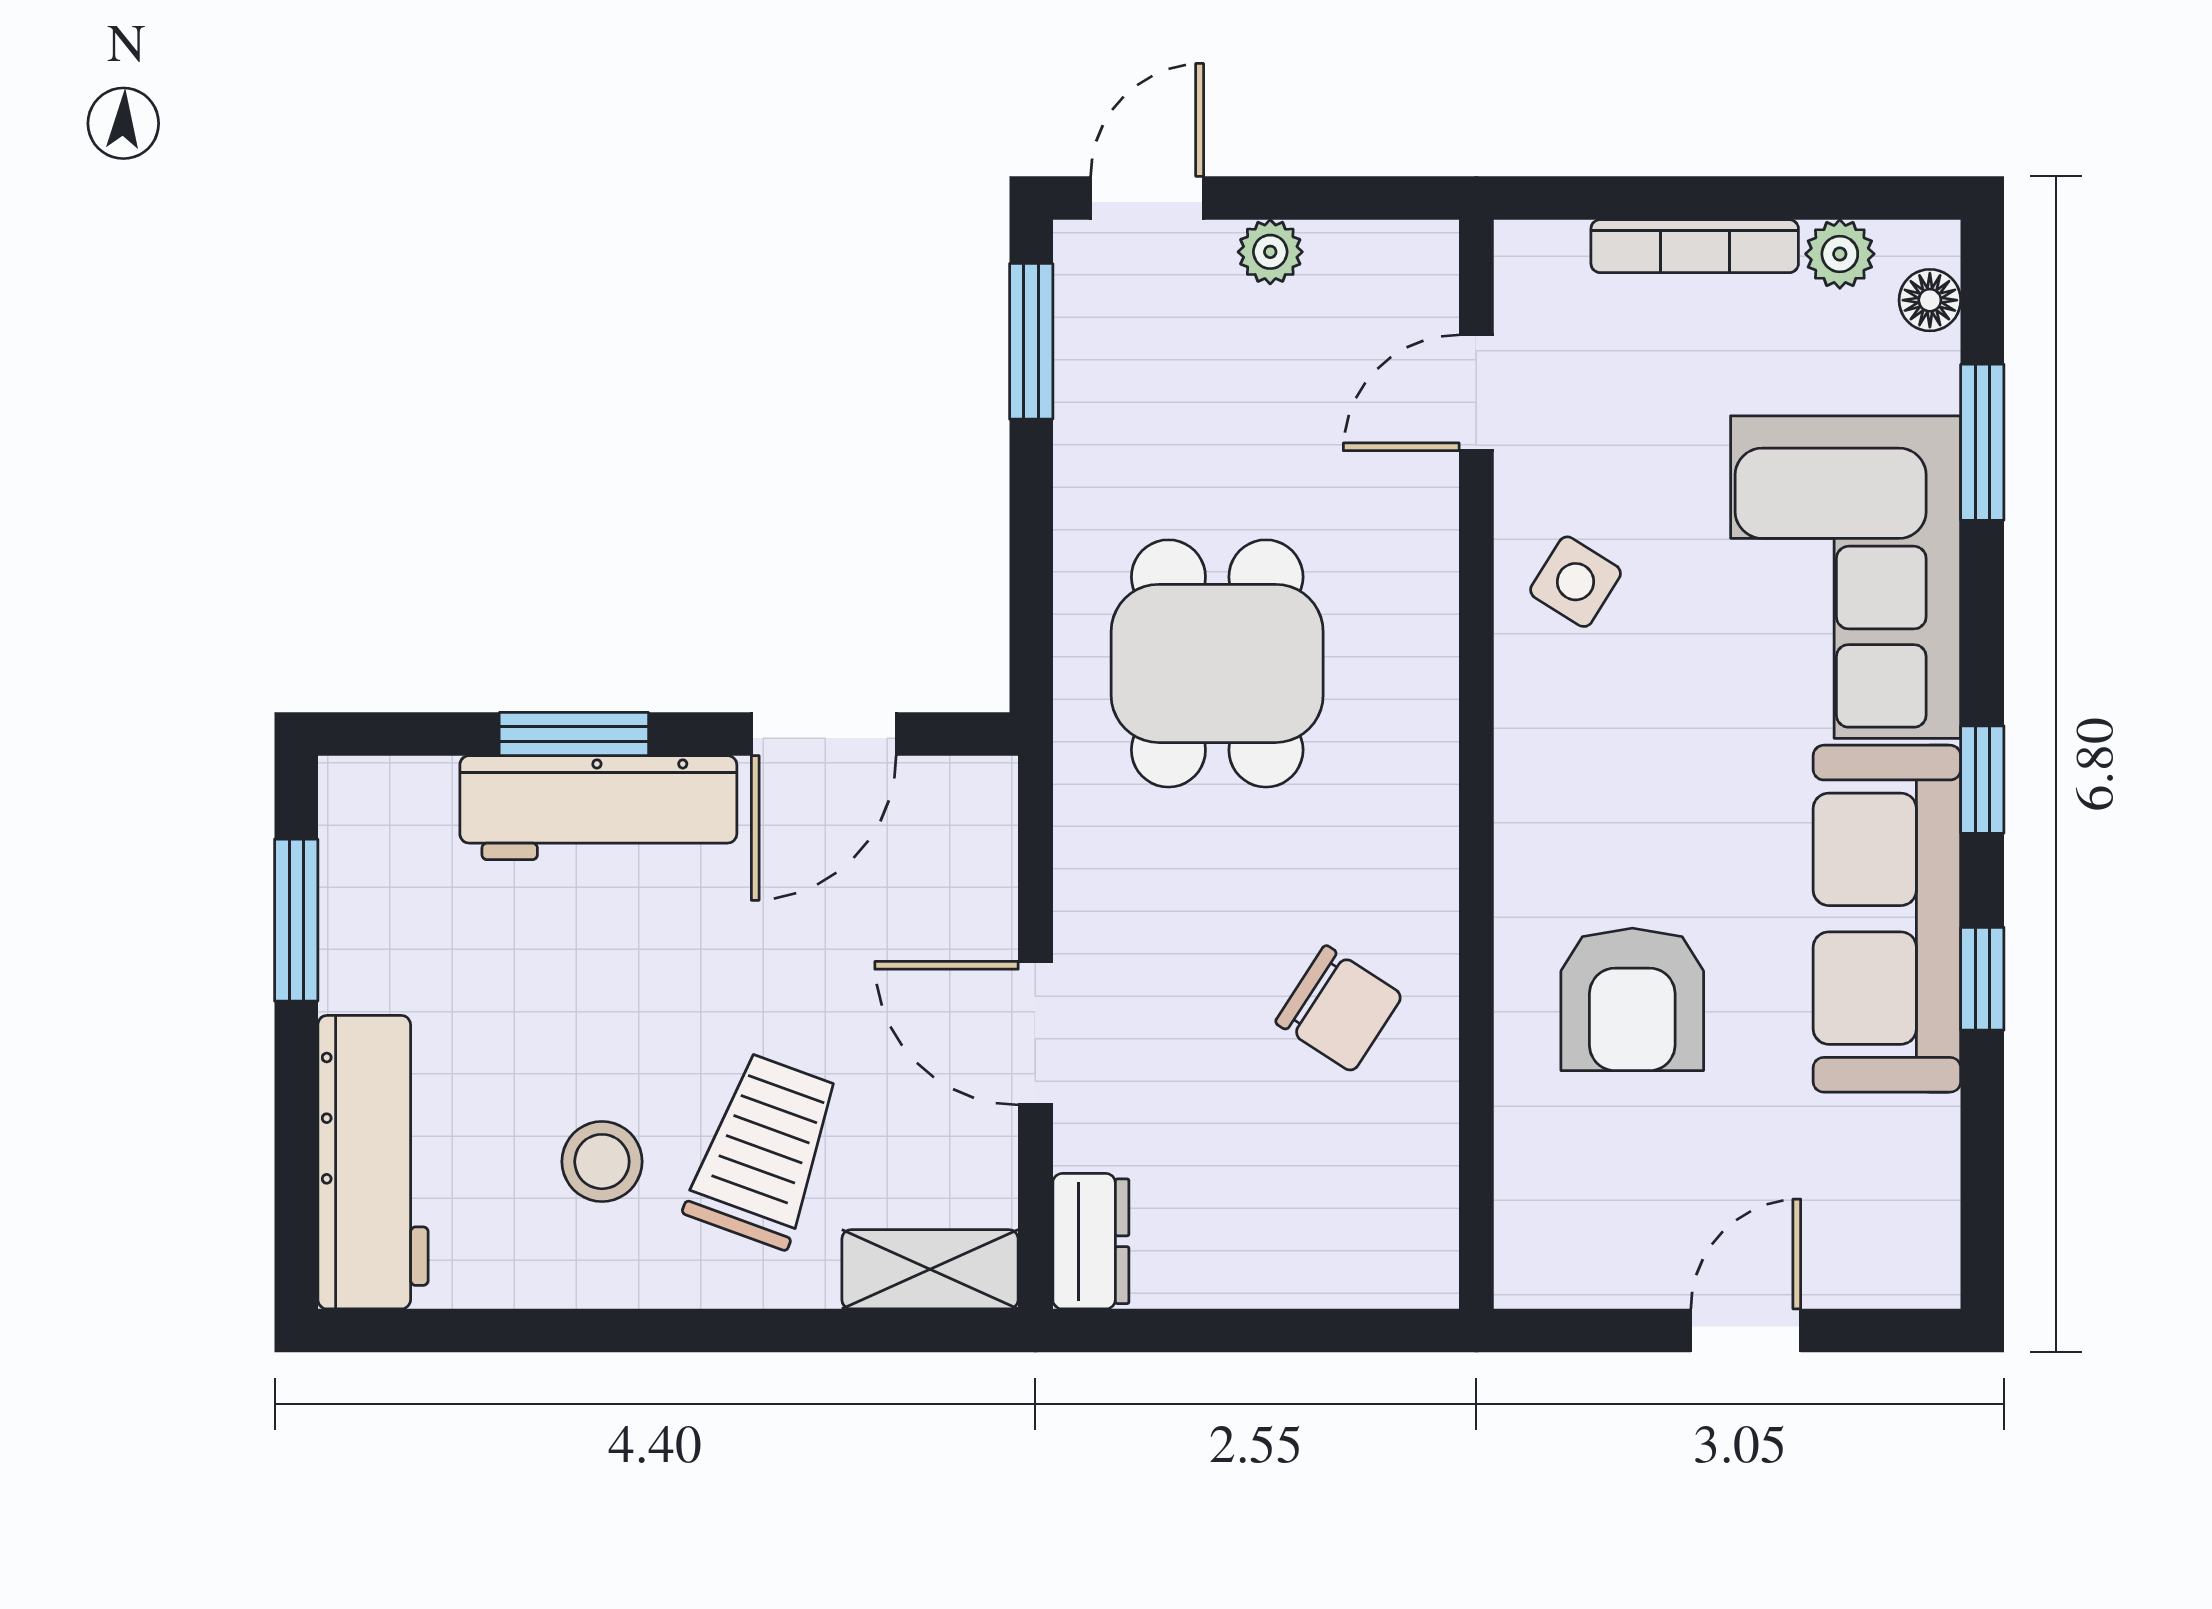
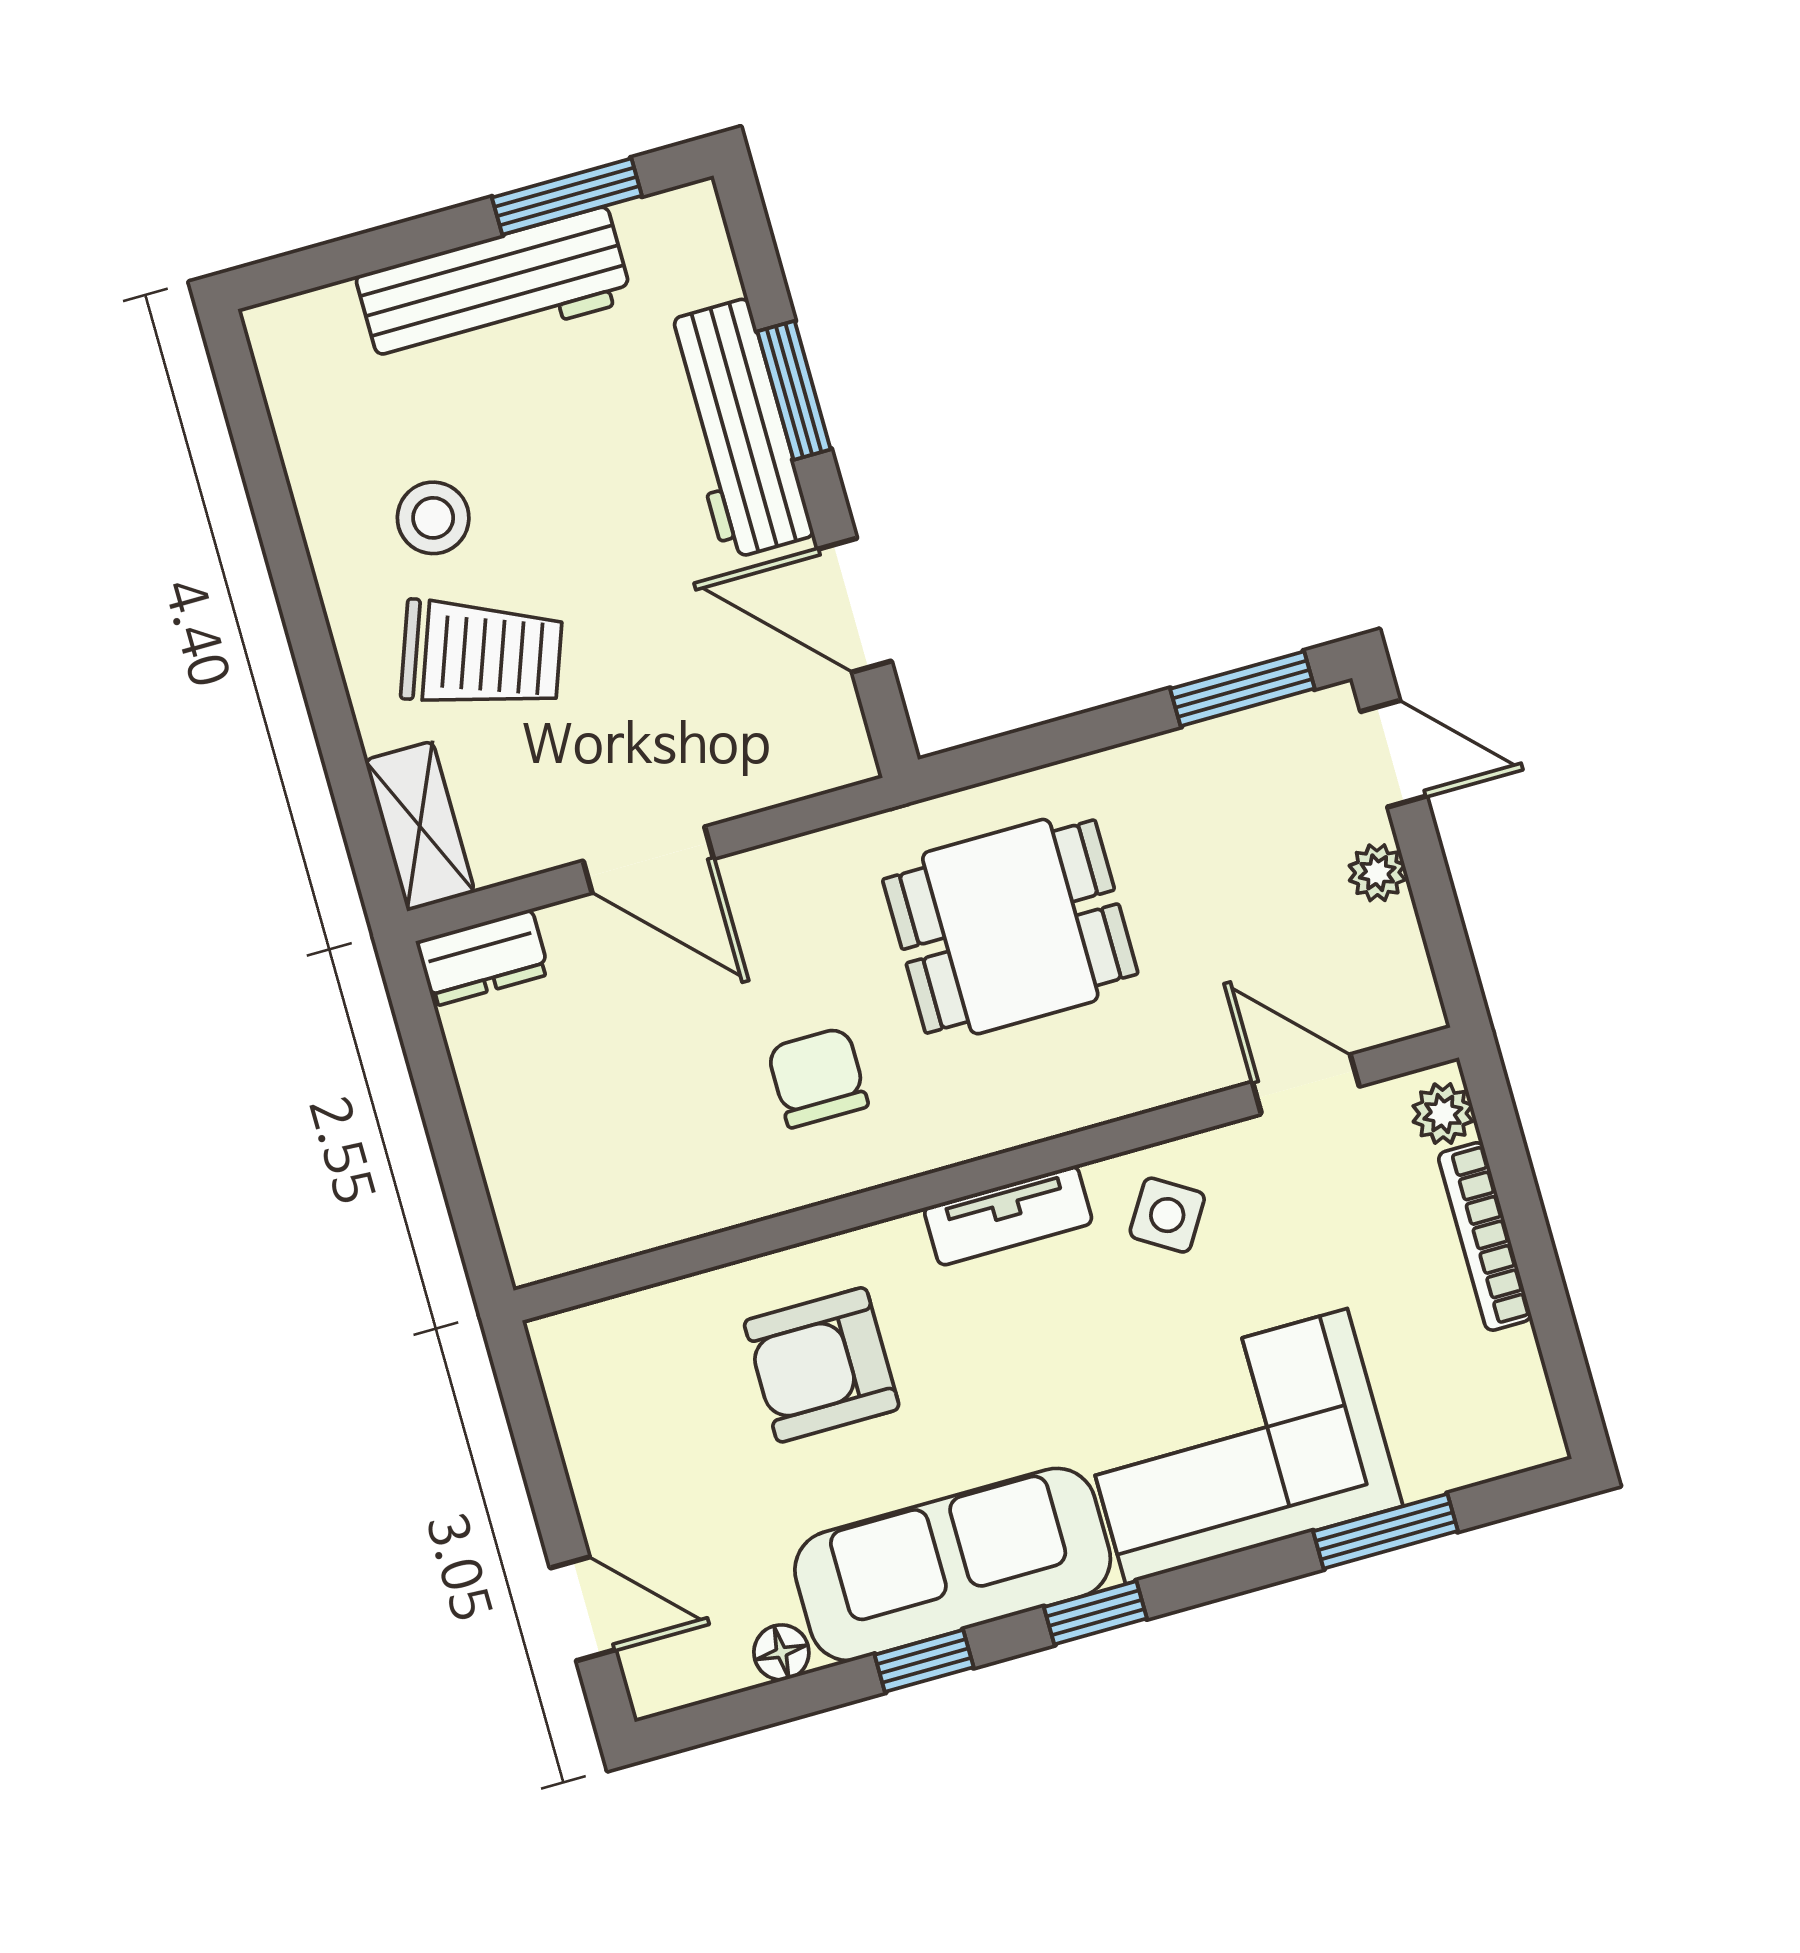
plant: (1840, 254) -> (1443, 1114), moved
floor lamp: (1930, 300) -> (781, 1652), moved
tv unit: (1528, 753) -> (1008, 1216), added
chair: (1339, 1009) -> (818, 1077), moved, turned 147
door: (1035, 1033) -> (648, 860), swing flipped
workbench: (373, 1162) -> (494, 288), moved
door: (1746, 1331) -> (583, 1609), moved

